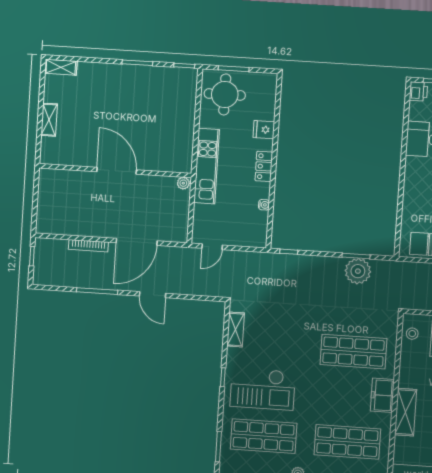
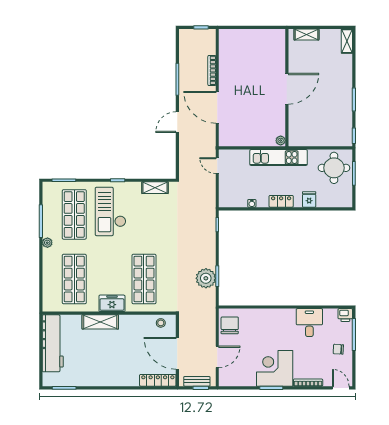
wall: (115, 171) -> (287, 88), moved
door: (117, 171) -> (287, 89), moved
plant: (183, 183) -> (281, 140), moved

